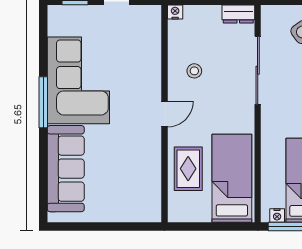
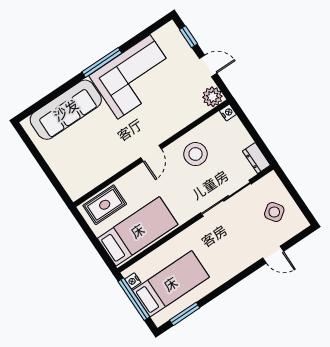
plant: (149, 17) -> (212, 97), added
stool: (194, 71) -> (195, 154), width x1.89, depth x1.89
door: (164, 114) -> (151, 153), hinge flipped
rug: (188, 169) -> (105, 205), moved

